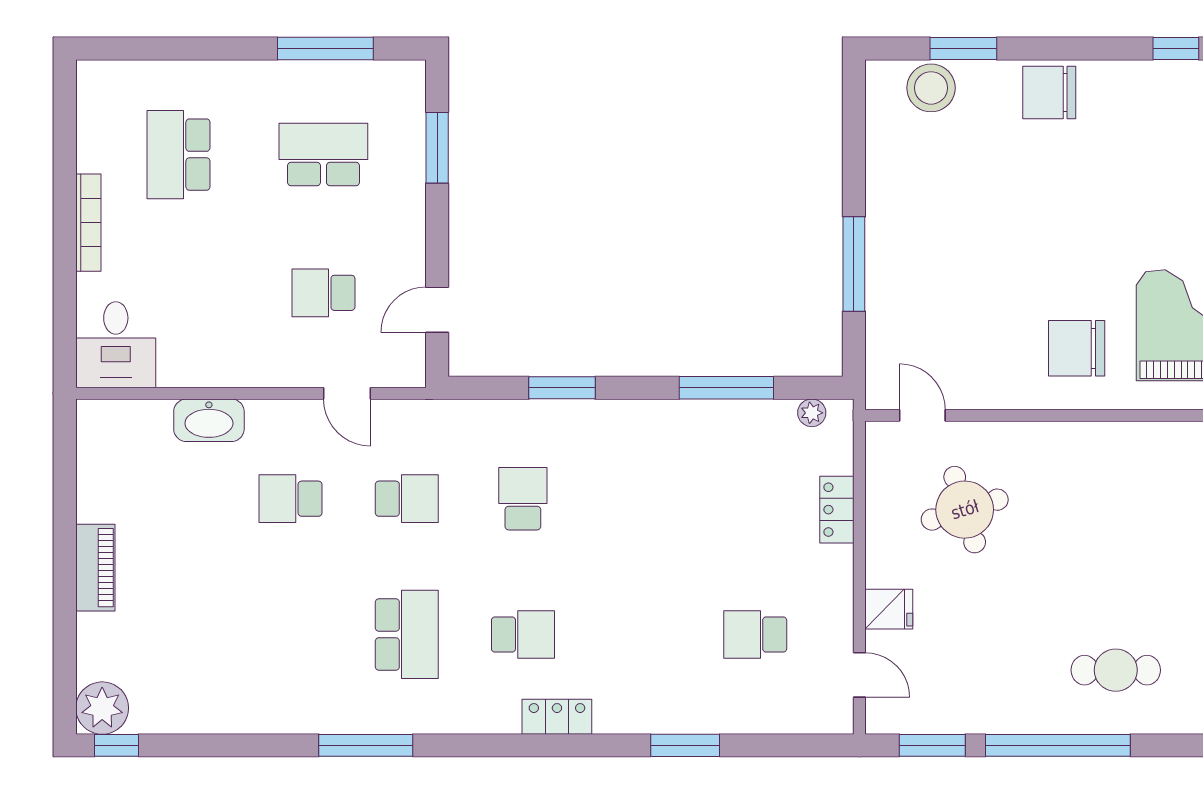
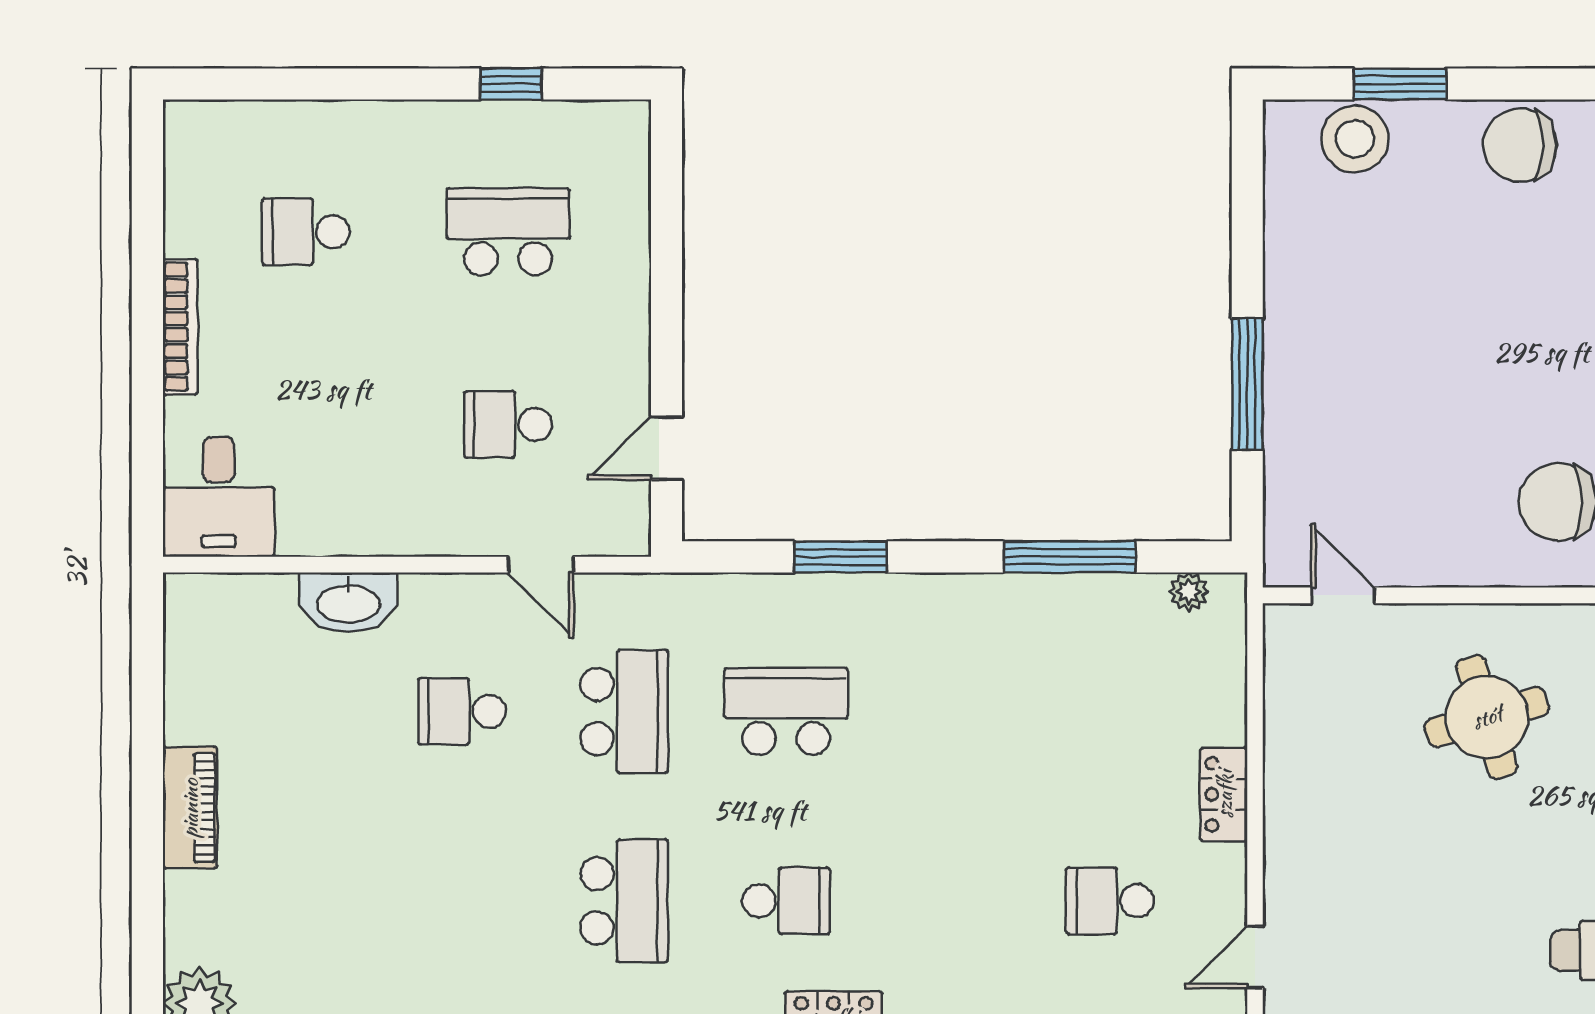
window: (325, 49) -> (511, 84), width x0.46
window: (437, 148) -> (667, 222), removed
school desk: (178, 155) -> (306, 232), width x0.54
school desk: (407, 499) -> (624, 711), width x1.85
school desk: (523, 499) -> (786, 711), width x1.85
locker: (837, 510) -> (1224, 794), moved
round table: (965, 510) -> (1487, 717), moved
fridge: (889, 609) -> (1296, 866), removed
door: (859, 675) -> (1255, 957), swing flipped

